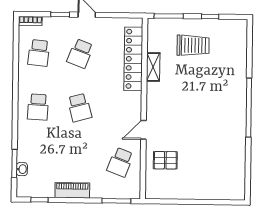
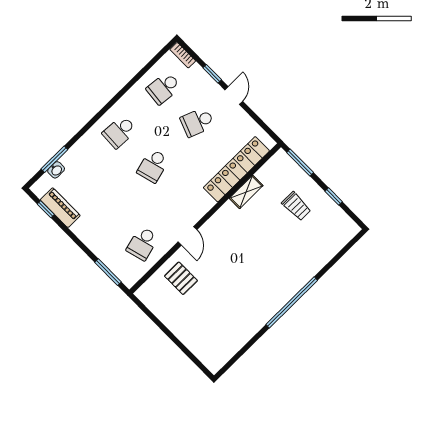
trolley: (193, 45) -> (296, 206), width x0.73, depth x0.72
door: (144, 130) -> (188, 236), swing flipped
school desk: (120, 162) -> (142, 243), turned -36
piano: (72, 190) -> (60, 208), moved

